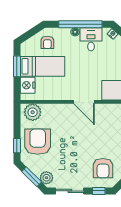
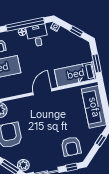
door: (84, 102) -> (42, 92), swing flipped

